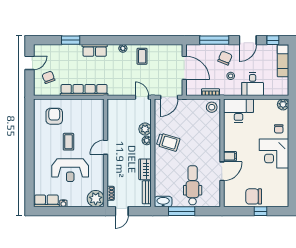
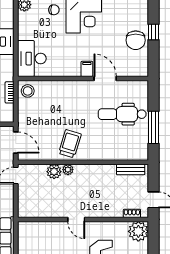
wardrobe: (145, 169) -> (103, 172), removed
washbasin: (163, 202) -> (142, 150), removed

